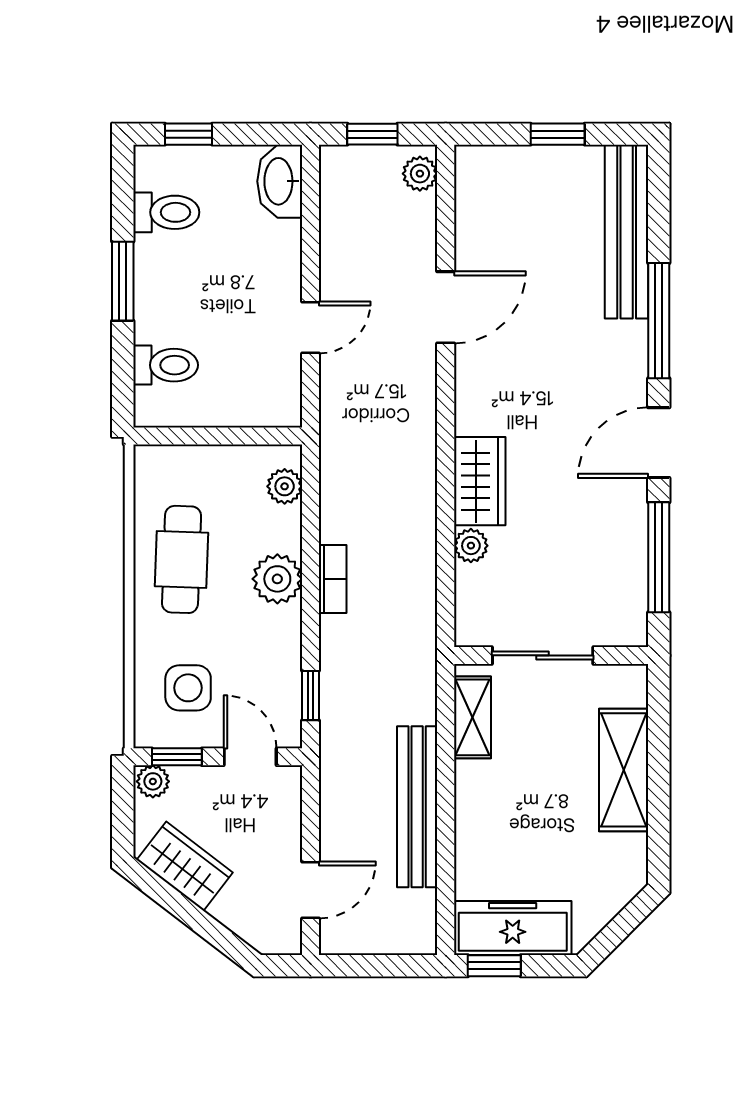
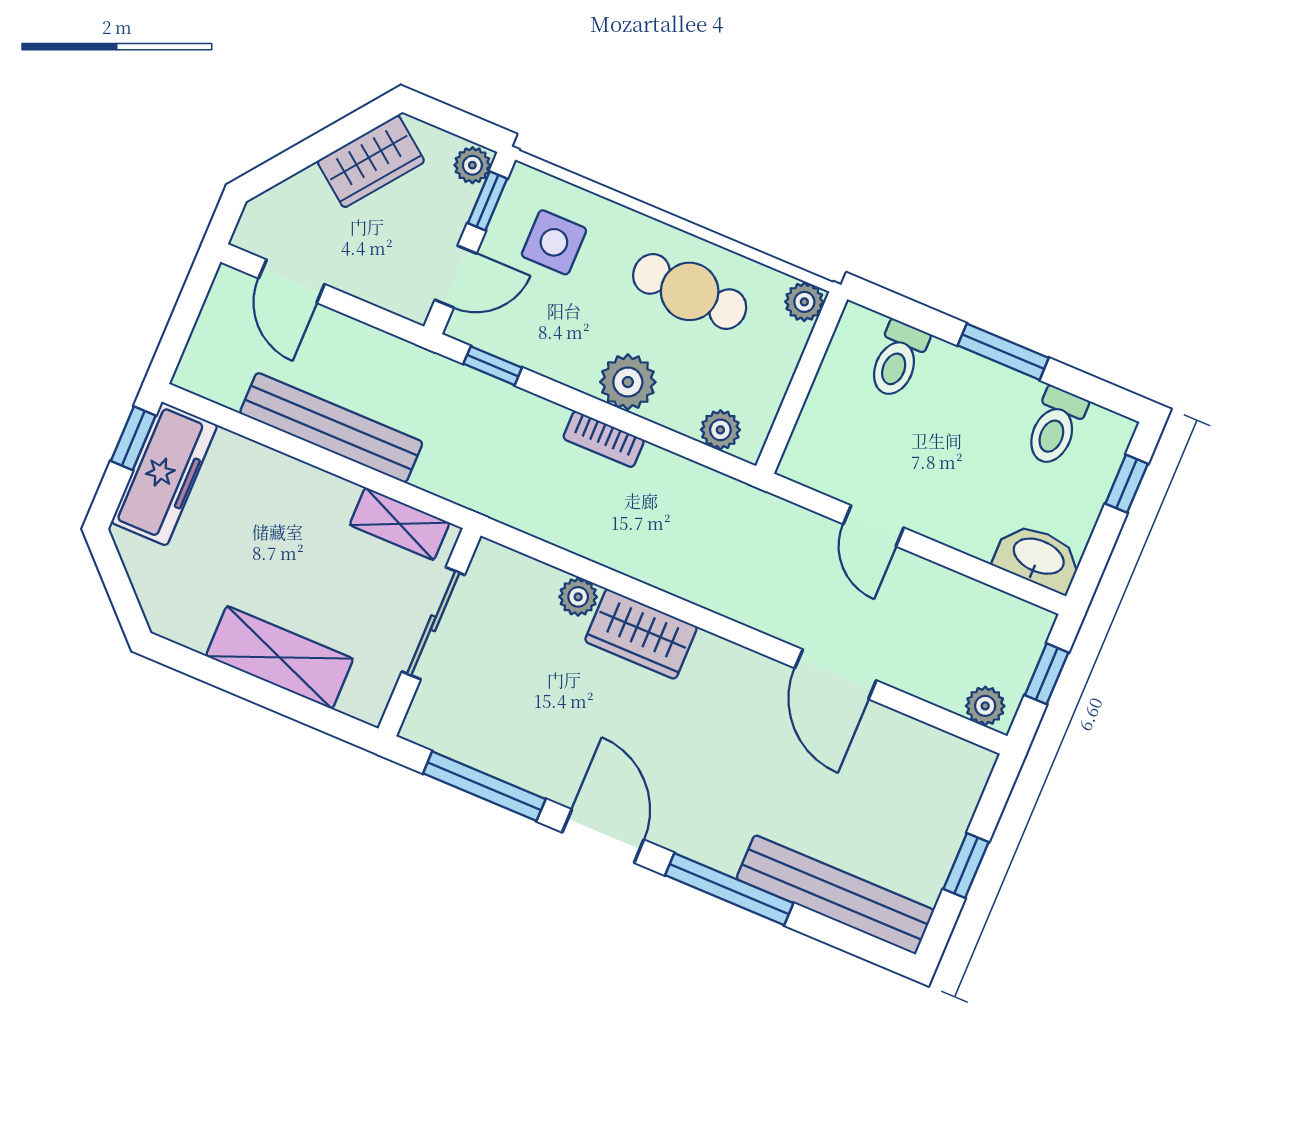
plant: (150, 462) -> (804, 302), added

